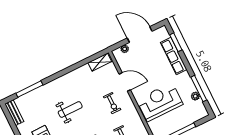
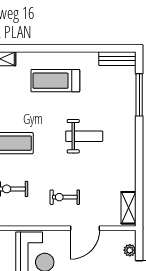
weight bench: (70, 109) -> (84, 136), turned -90

